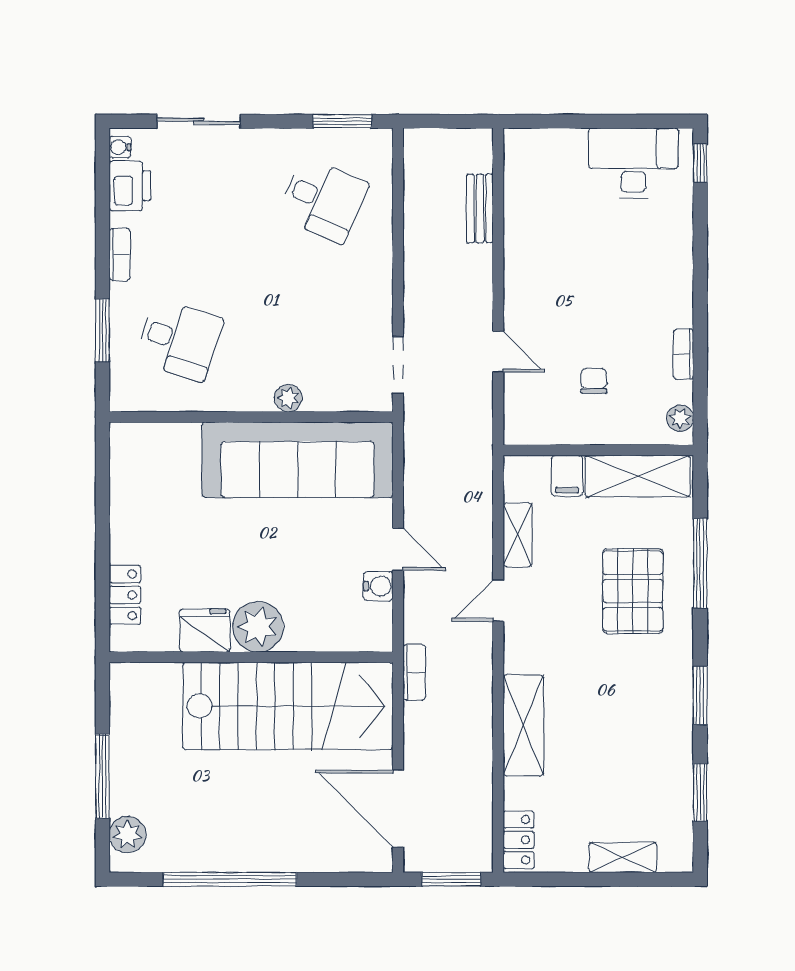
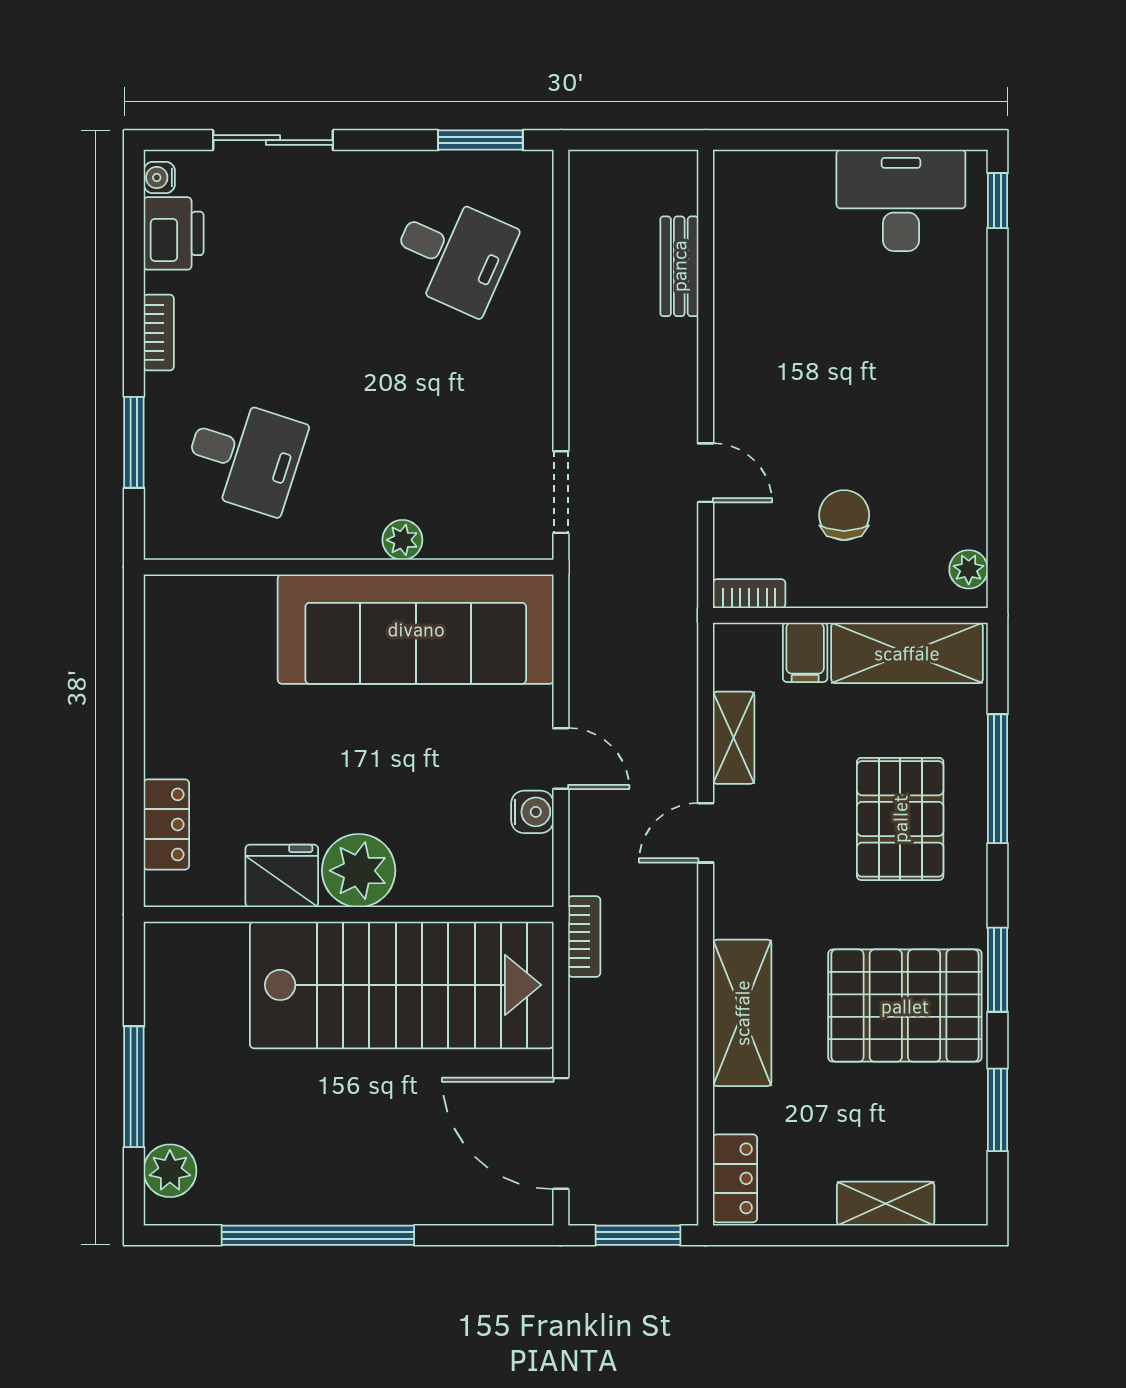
bookcase: (683, 354) -> (749, 594), moved, turned 90
chair: (594, 381) -> (844, 515), width x1.37, depth x1.37
pallet: (636, 720) -> (905, 1006), added

